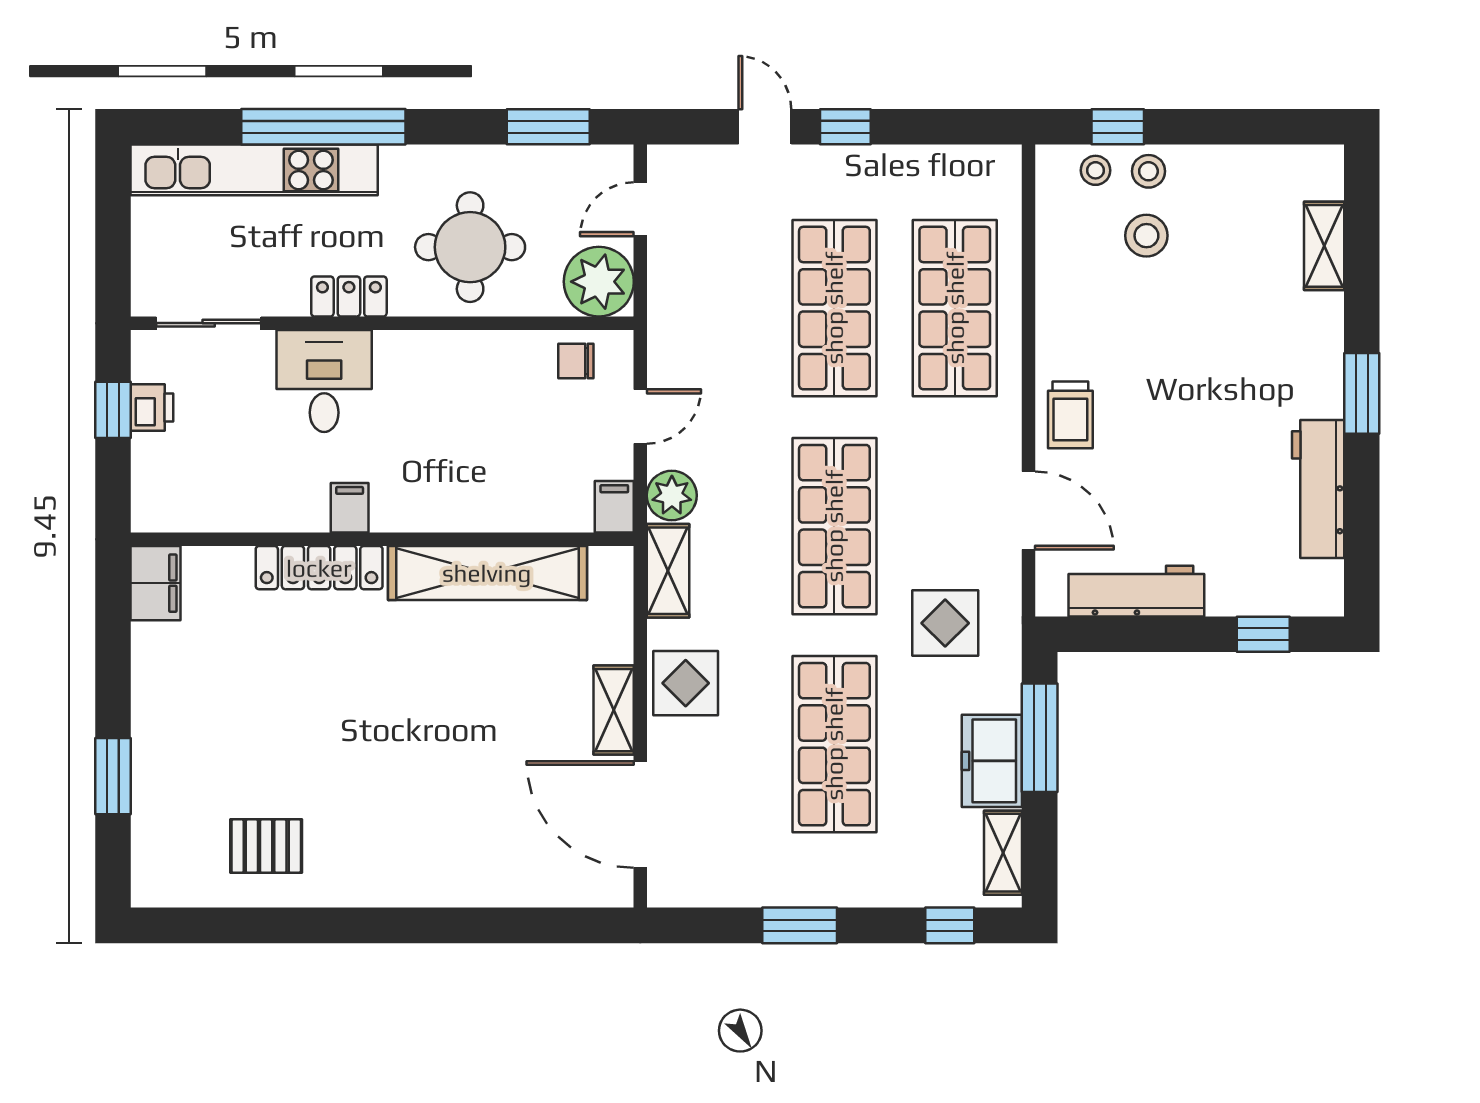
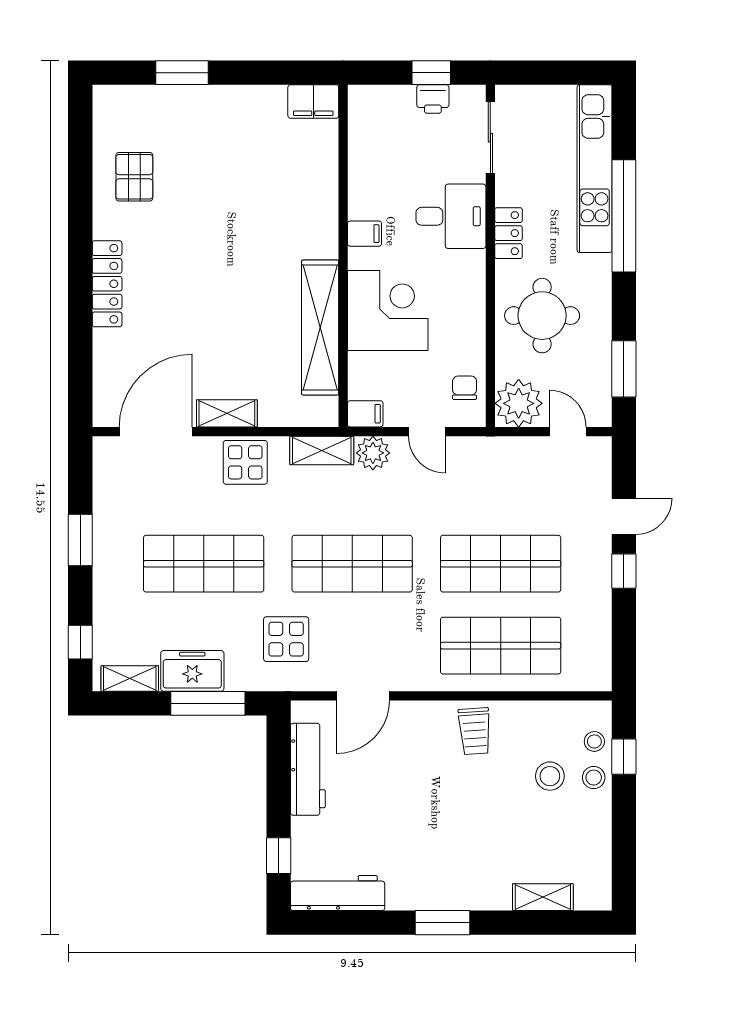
trolley: (1070, 415) -> (475, 731), moved, turned -94
corner desk: (462, 474) -> (388, 310), added
workbench: (1318, 489) -> (338, 893), moved
locker: (319, 568) -> (107, 284), moved, turned 180

